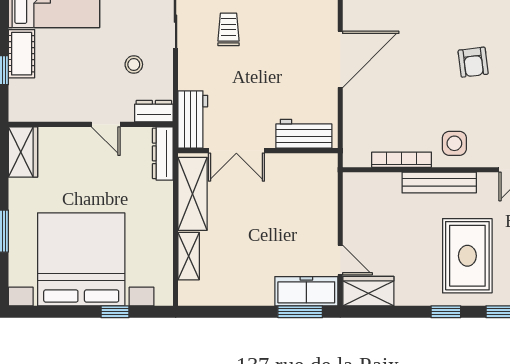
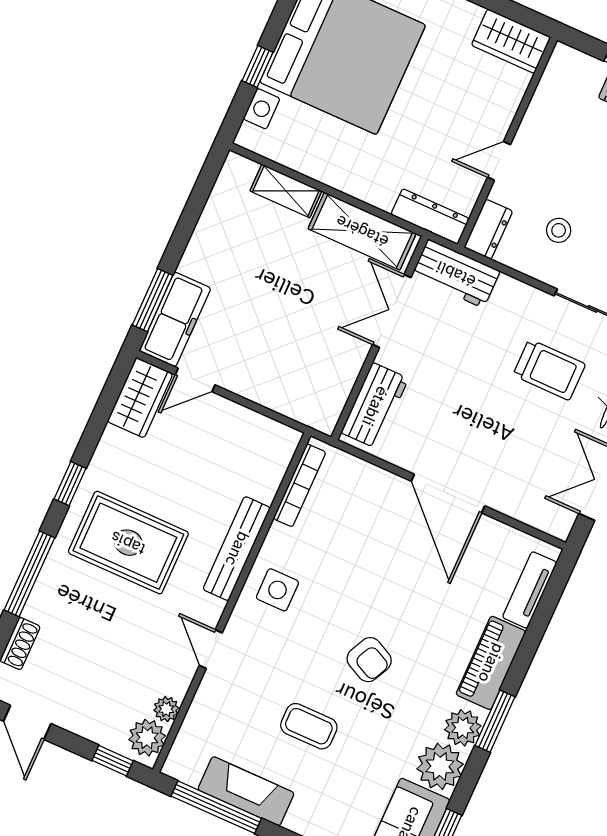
trolley: (229, 29) -> (549, 370), width x1.36, depth x1.39
armchair: (473, 62) -> (369, 660), turned -147
bookcase: (402, 160) -> (300, 485), moved

